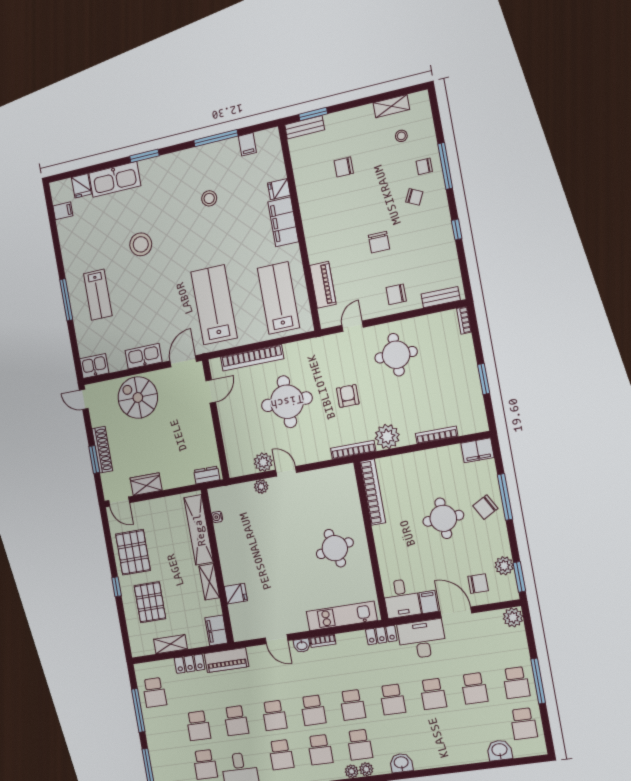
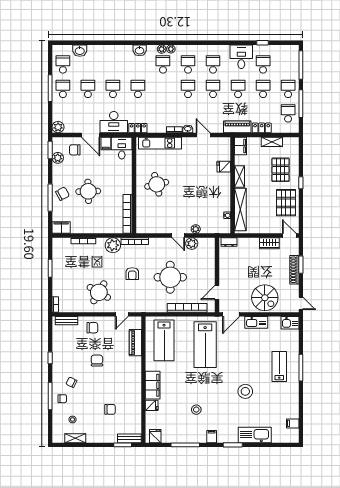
filing cabinet: (247, 144) -> (212, 437), moved
fridge: (81, 186) -> (155, 436), moved
round table: (396, 355) -> (99, 292), turned 30
school desk: (353, 705) -> (288, 89), moved

